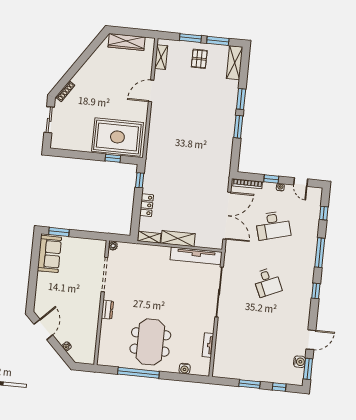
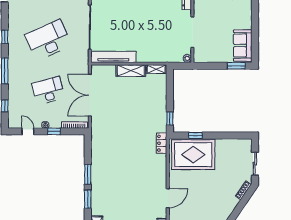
locker: (147, 205) -> (162, 143), moved
desk: (267, 282) -> (48, 40), width x1.87, depth x1.30

